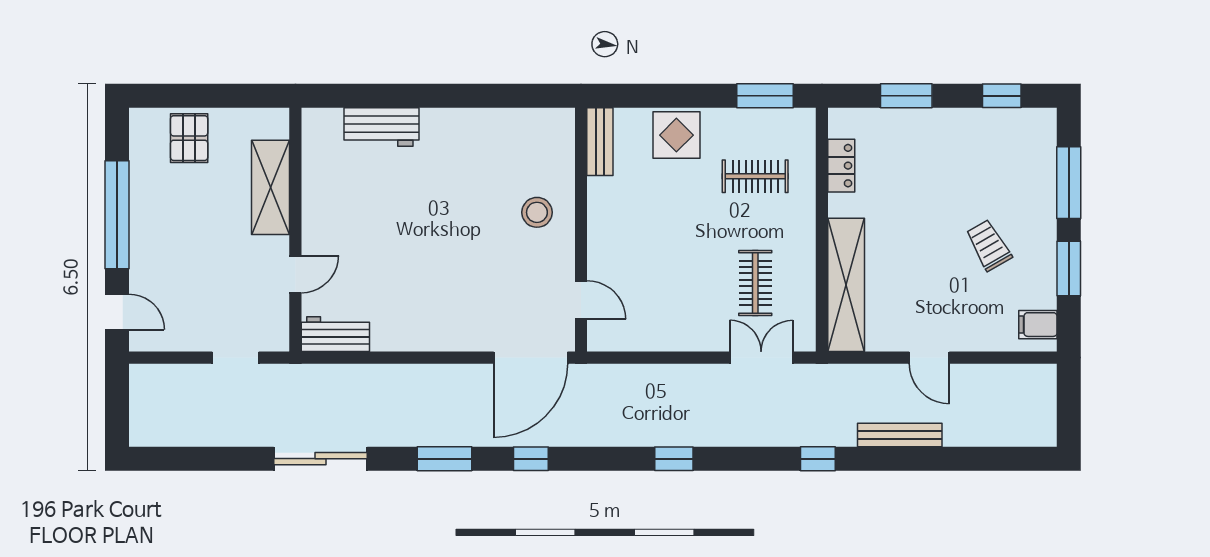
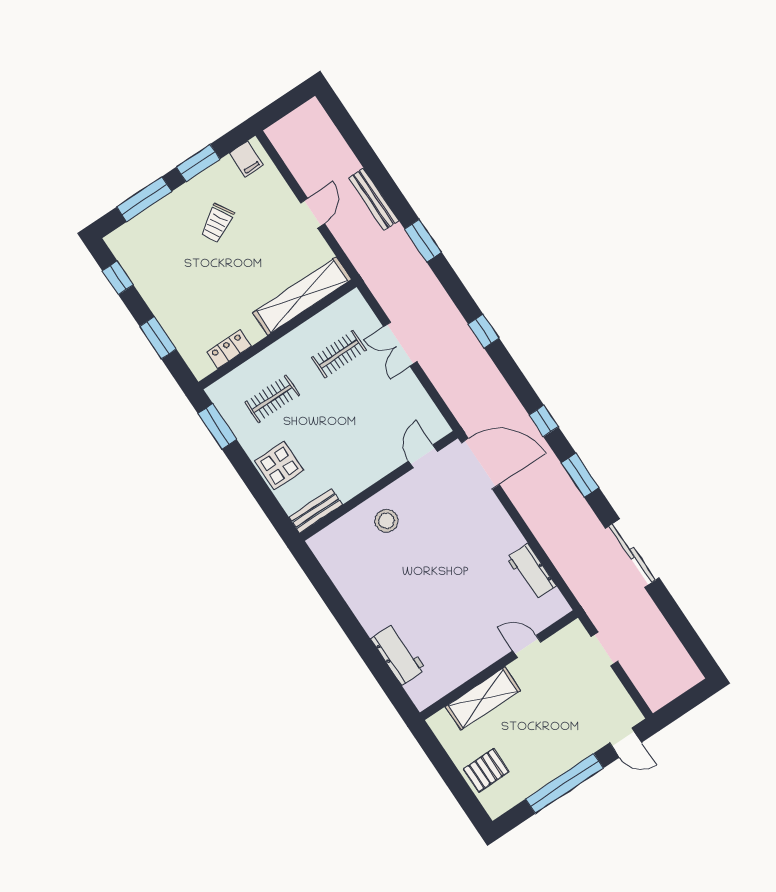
clothes rail: (755, 176) -> (272, 399), turned 90
door: (117, 312) -> (625, 743), swing flipped
workbench: (335, 334) -> (531, 572), moved
double door: (761, 358) -> (400, 344), moved
window: (818, 459) -> (423, 241), width x1.50

